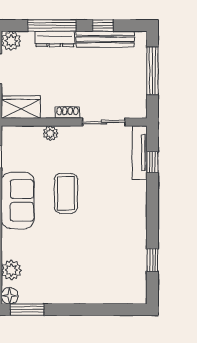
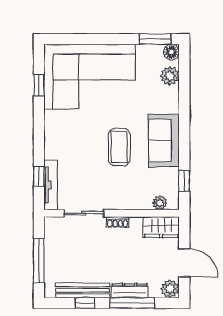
plant: (50, 133) -> (160, 203), moved
corner sofa: (98, 269) -> (90, 77), added

